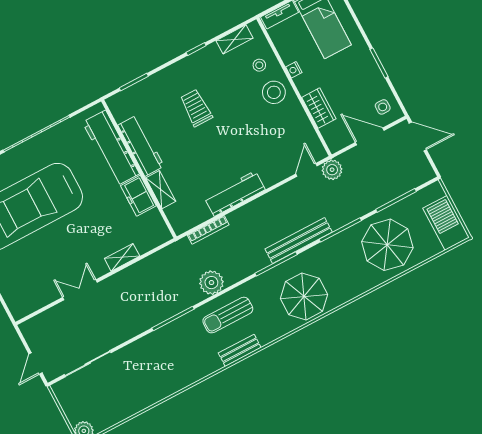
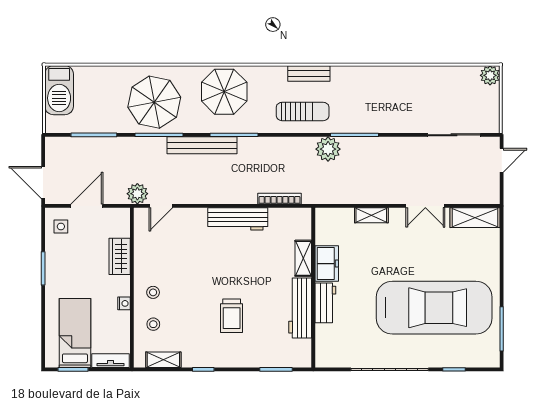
stool: (274, 92) -> (153, 292), width x0.53, depth x0.53
door: (370, 136) -> (87, 206), swing flipped
workbench: (111, 148) -> (325, 303), width x0.53, depth x0.76
parasol: (387, 245) -> (154, 102), moved
plant: (211, 283) -> (328, 149), moved
shelving: (32, 302) -> (475, 218), added

